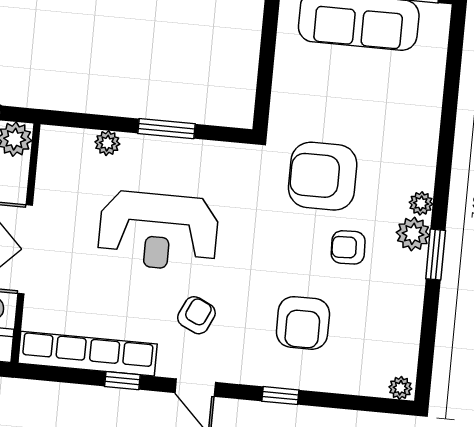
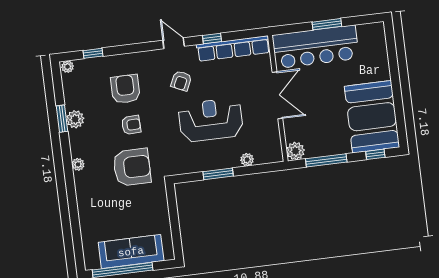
plant: (413, 234) -> (75, 119), moved
armchair: (348, 247) -> (131, 125), moved
window: (436, 255) -> (62, 119), moved
window: (280, 396) -> (93, 53), moved

